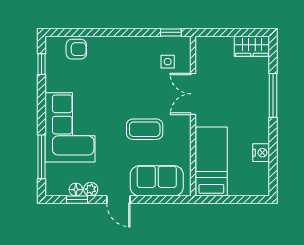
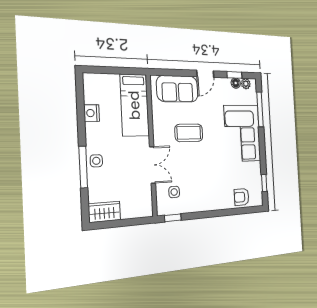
side table: (258, 101) -> (96, 161), added
plant: (91, 189) -> (246, 84), moved
door: (118, 200) -> (205, 74), swing flipped

